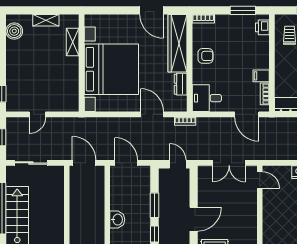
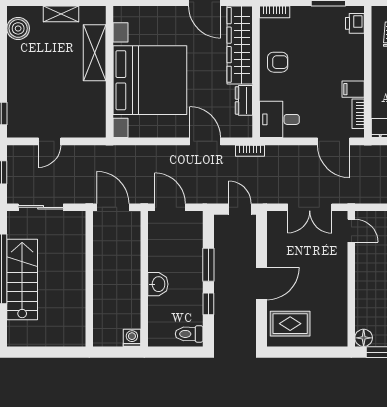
shelving: (73, 42) -> (95, 53), width x1.50, depth x1.33

